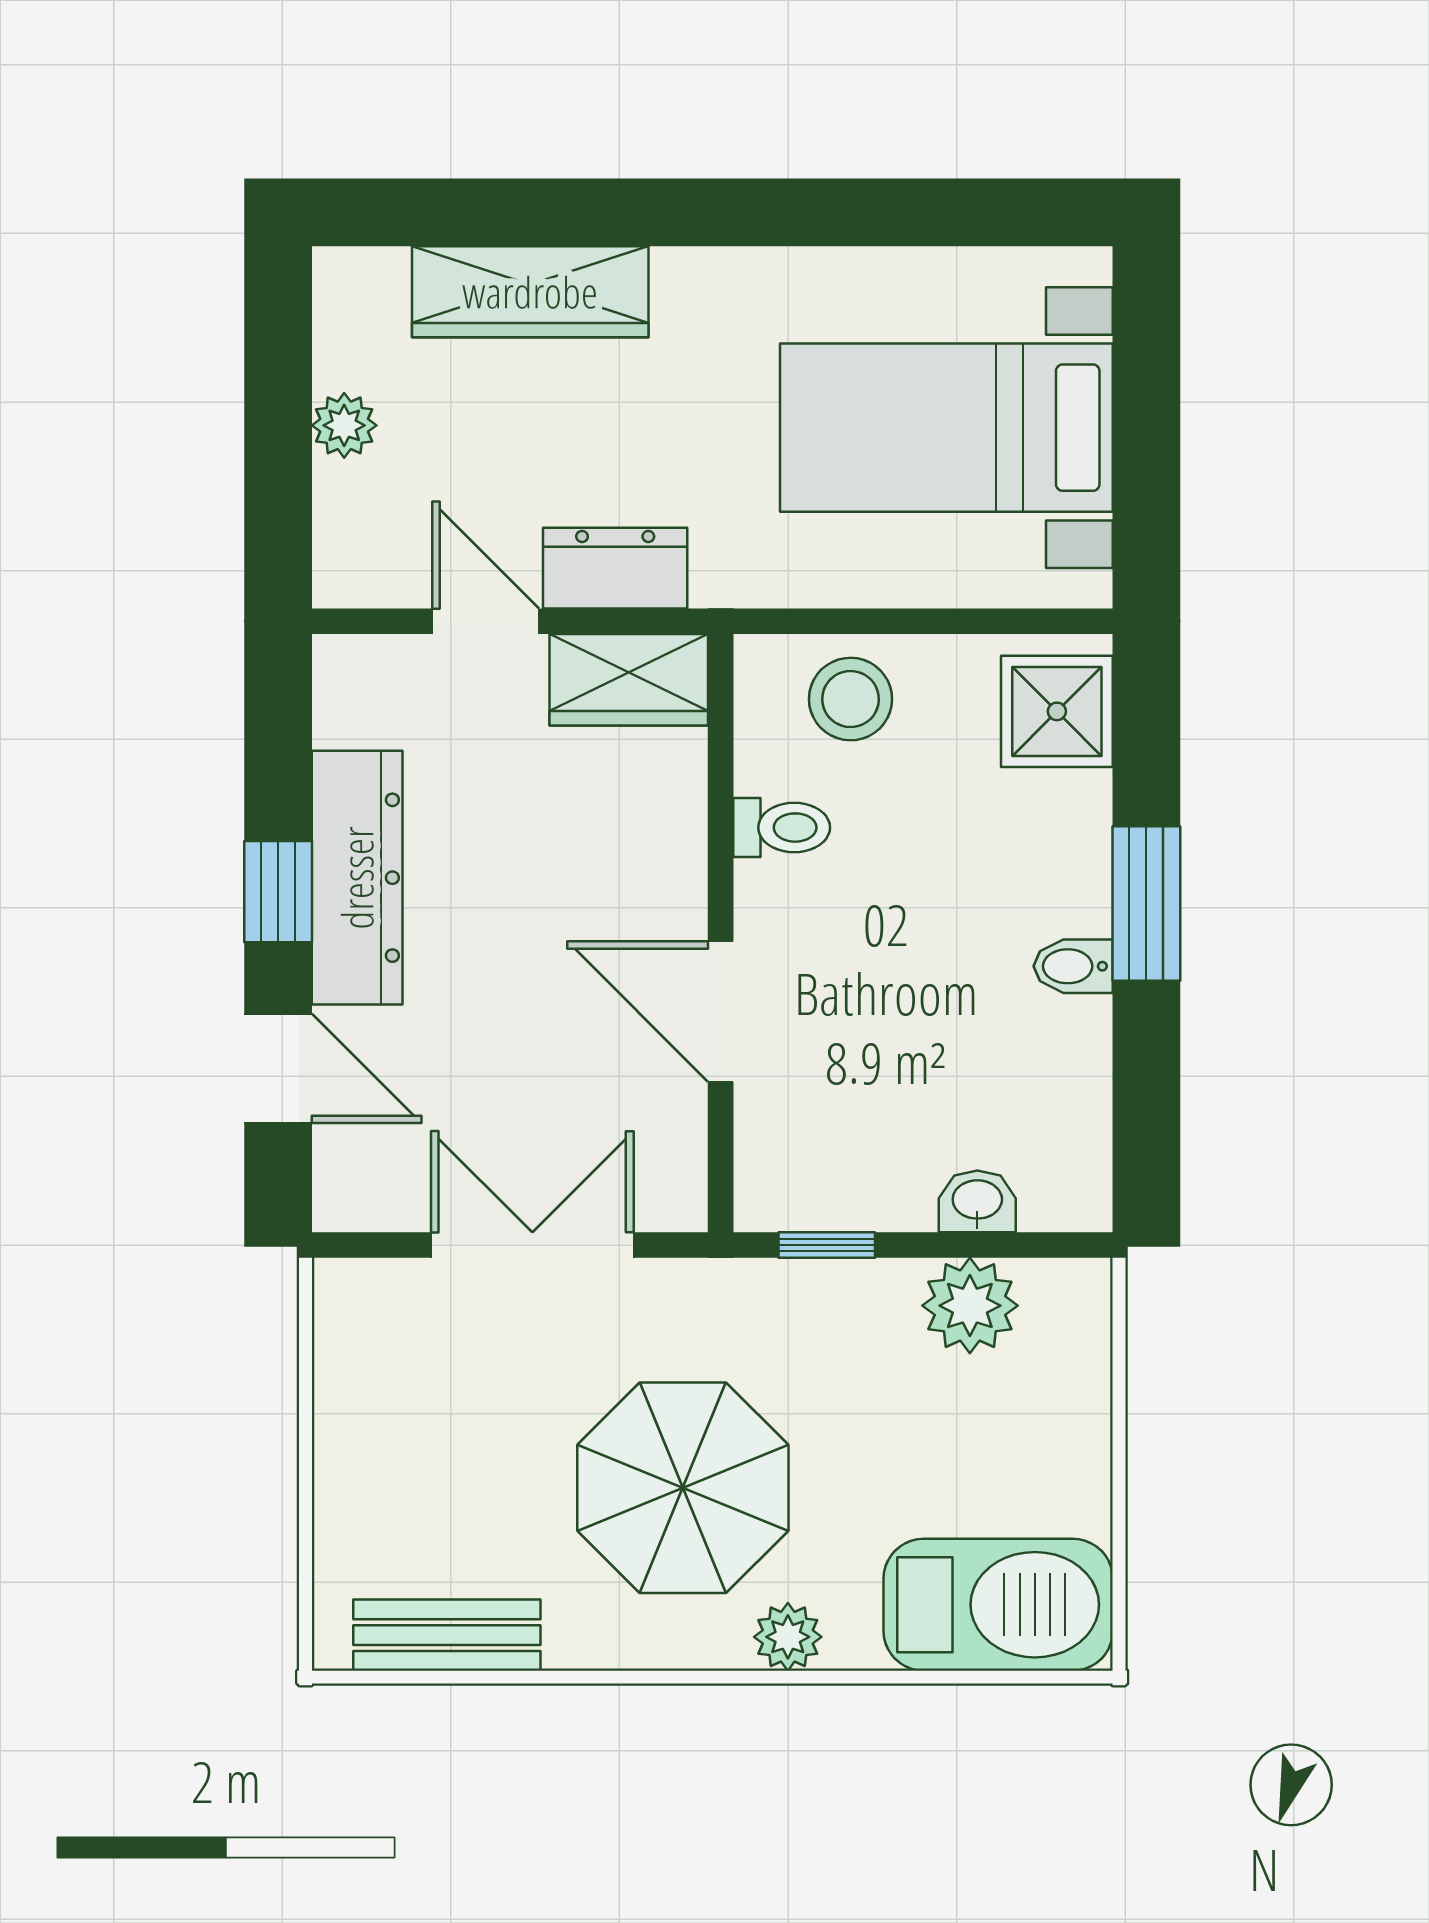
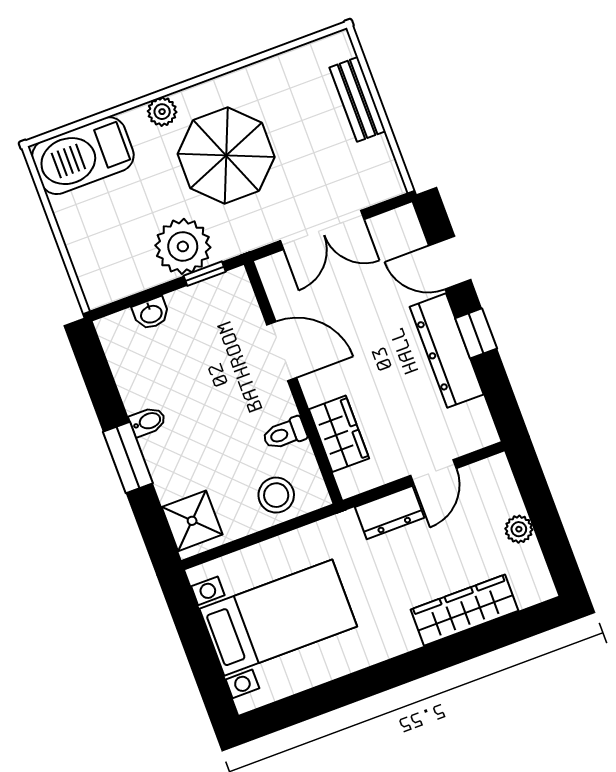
door: (486, 621) -> (433, 472), hinge flipped
wardrobe: (629, 680) -> (339, 434), moved, turned 90
plant: (970, 1306) -> (183, 246), moved, width x1.36, depth x1.36
bench: (447, 1635) -> (358, 99), moved, turned 90

